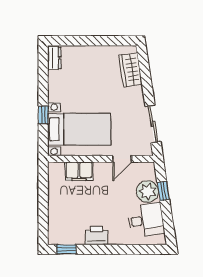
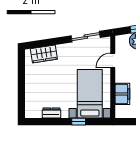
dresser: (54, 58) -> (51, 113), moved
door: (122, 159) -> (113, 60), swing flipped

